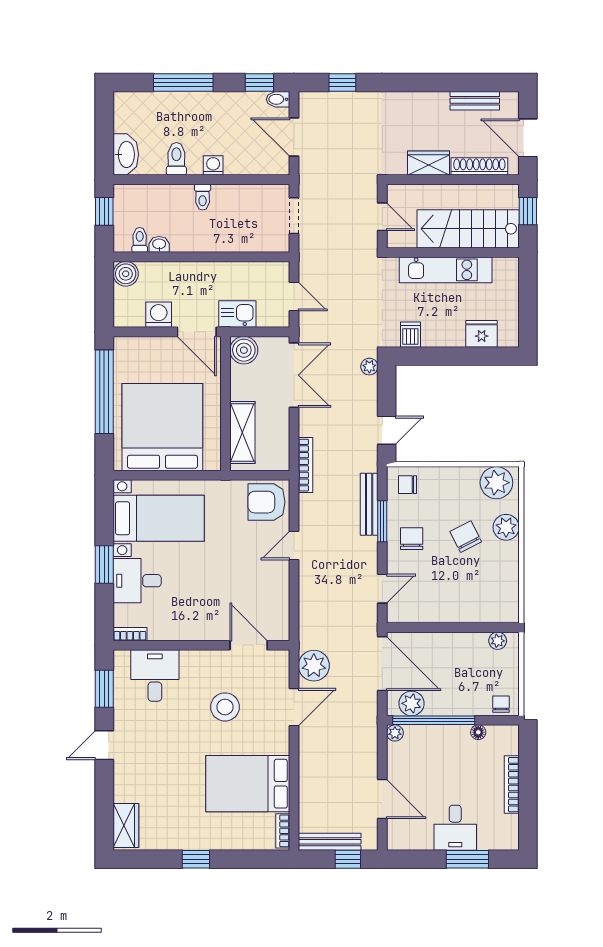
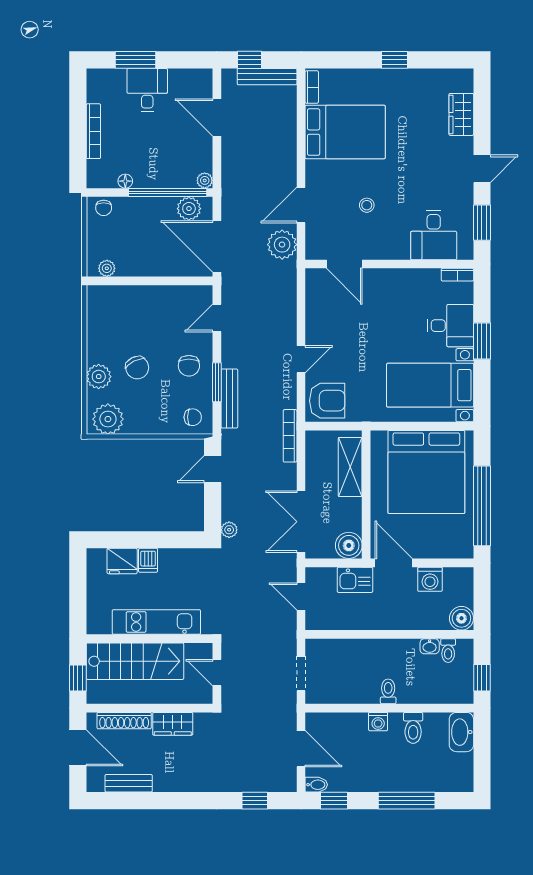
dishwasher: (410, 335) -> (148, 560), moved
stool: (225, 707) -> (367, 205), width x0.53, depth x0.53
wardrobe: (126, 826) -> (461, 114), moved

